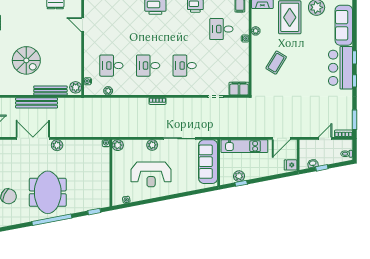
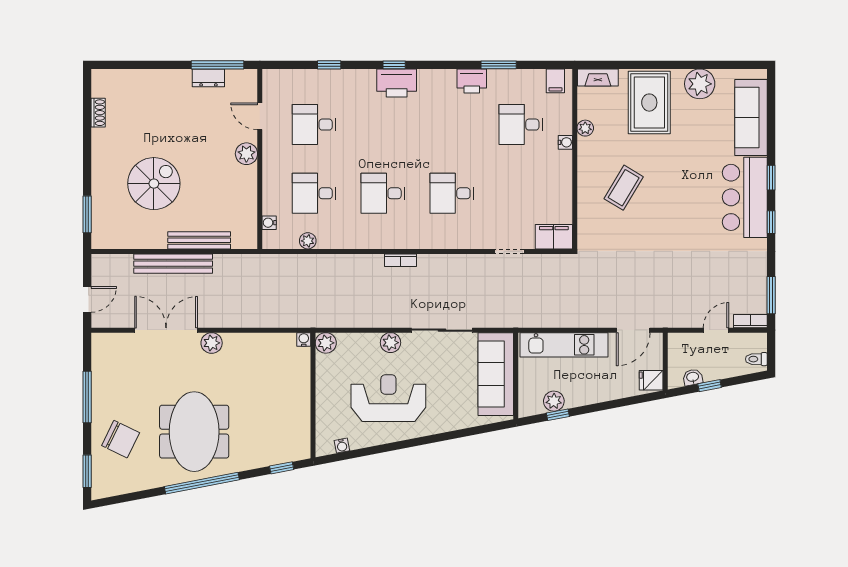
desk: (111, 29) -> (314, 125), added
spiral stairs: (26, 60) -> (154, 184), turned -90
plant: (76, 87) -> (246, 154), moved
reception desk: (151, 174) -> (388, 398), turned 180

